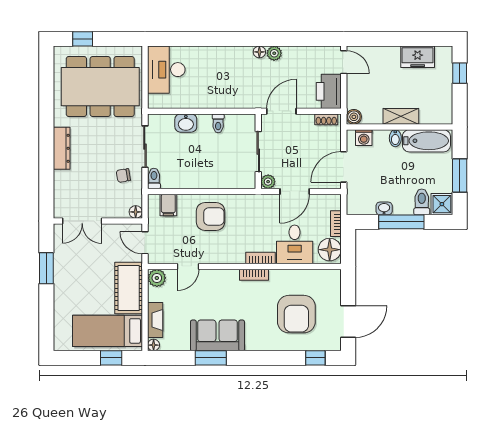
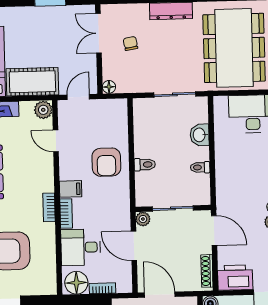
shoe rack: (326, 119) -> (207, 271), width x1.43
chair: (123, 176) -> (130, 43), moved
toilet: (154, 178) -> (145, 165), moved
filing cabinet: (168, 205) -> (71, 189), moved, turned 180

